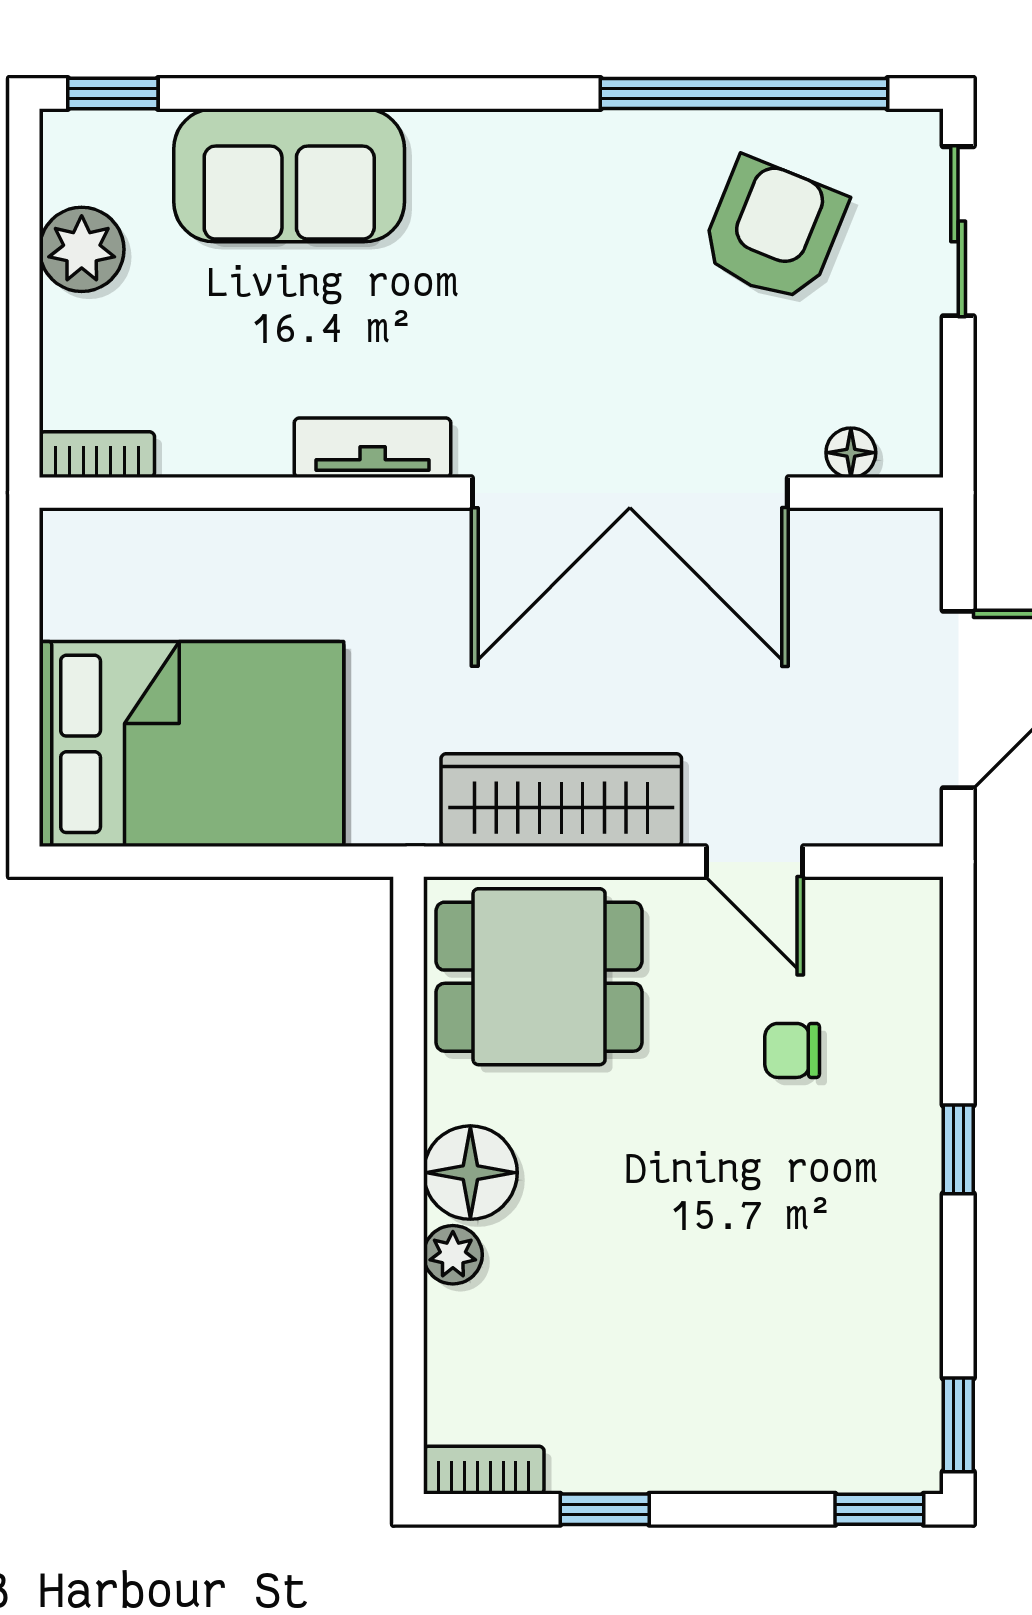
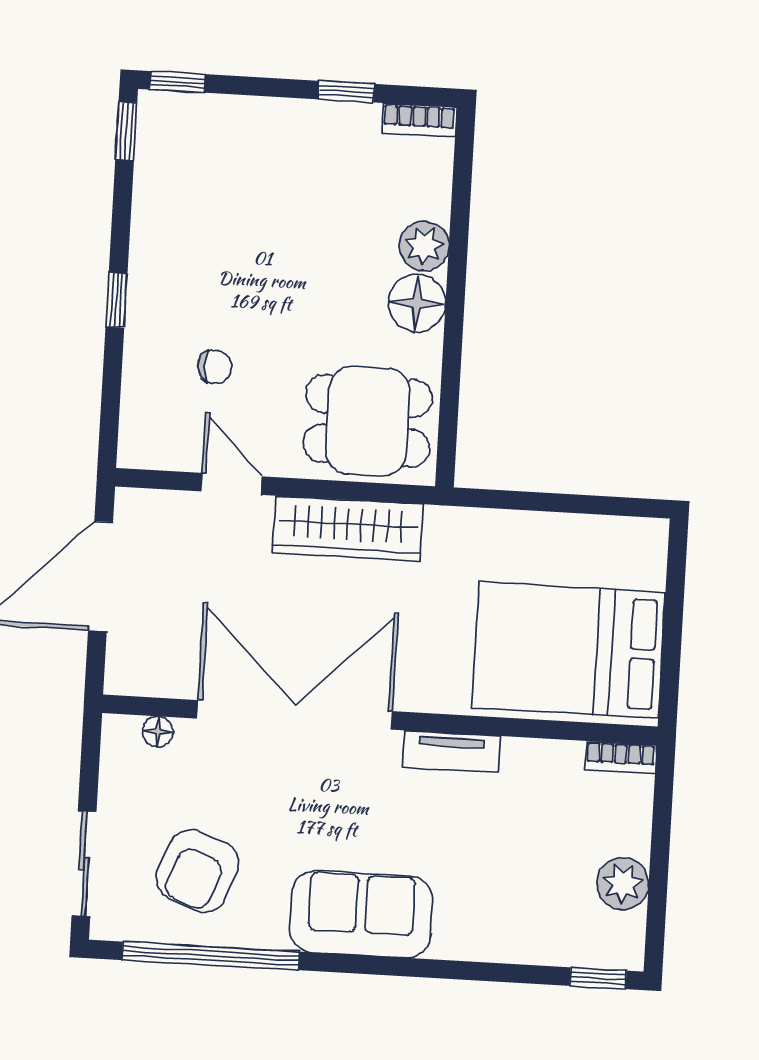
sofa: (289, 175) -> (361, 914), moved
bed: (192, 744) -> (569, 650), moved
plant: (453, 1255) -> (424, 246), width x1.38, depth x1.38

